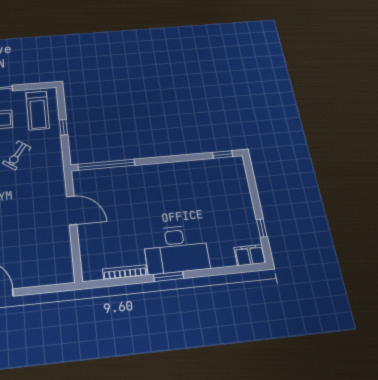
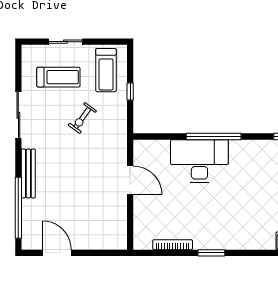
window: (106, 165) -> (214, 137), moved
desk: (176, 249) -> (199, 161), moved, turned 180

